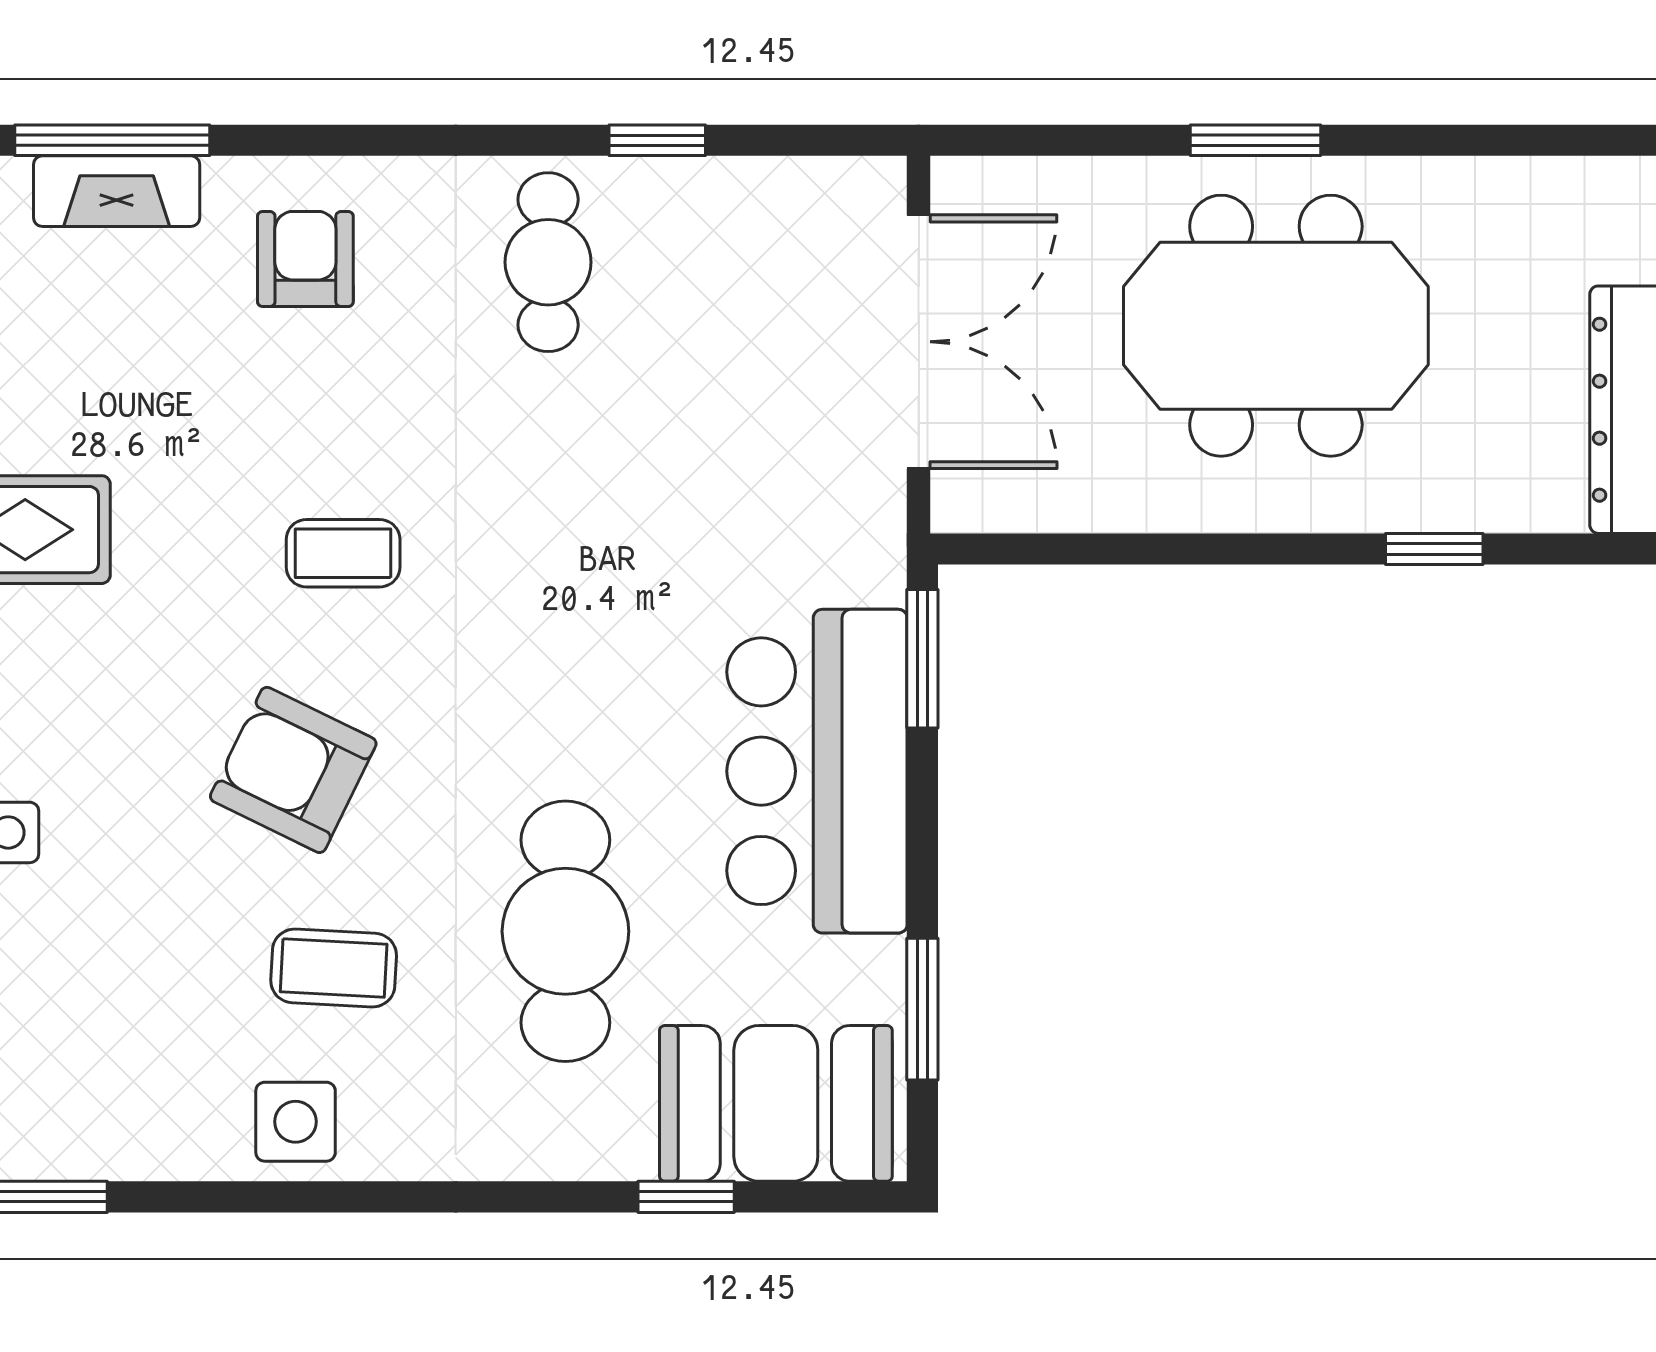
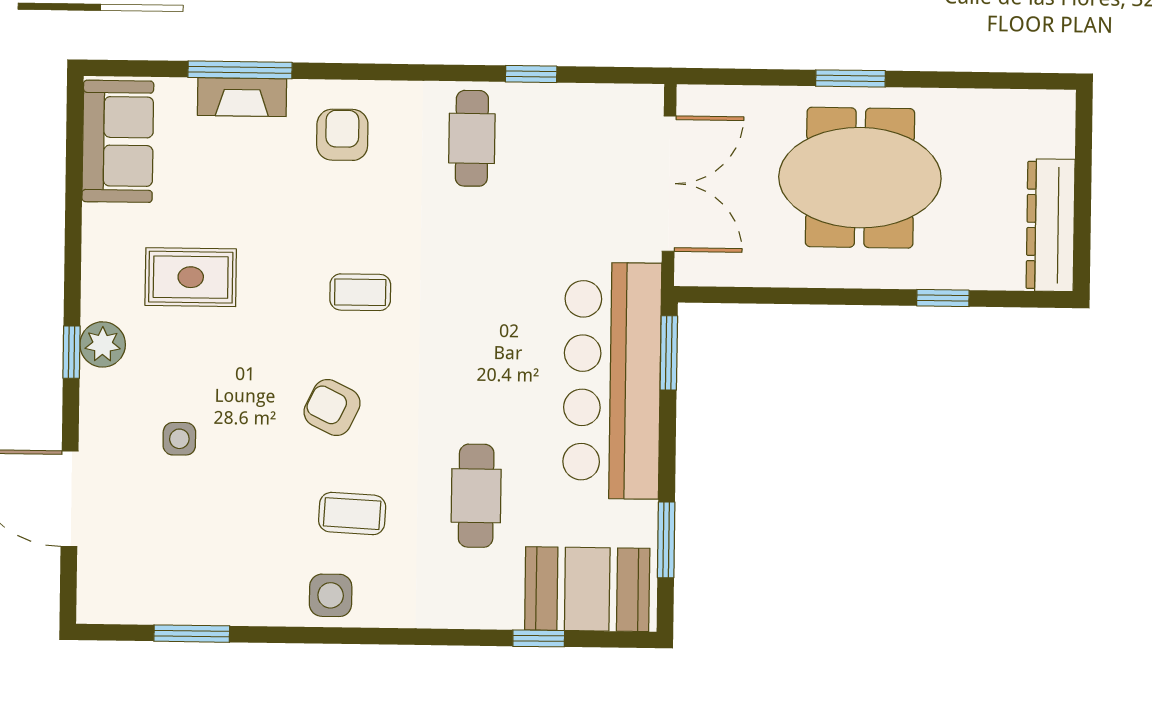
armchair: (293, 770) -> (332, 407), width x0.72, depth x0.72
bar counter: (817, 771) -> (612, 381), width x1.36
cafe table: (565, 931) -> (476, 496), width x0.73, depth x0.74

